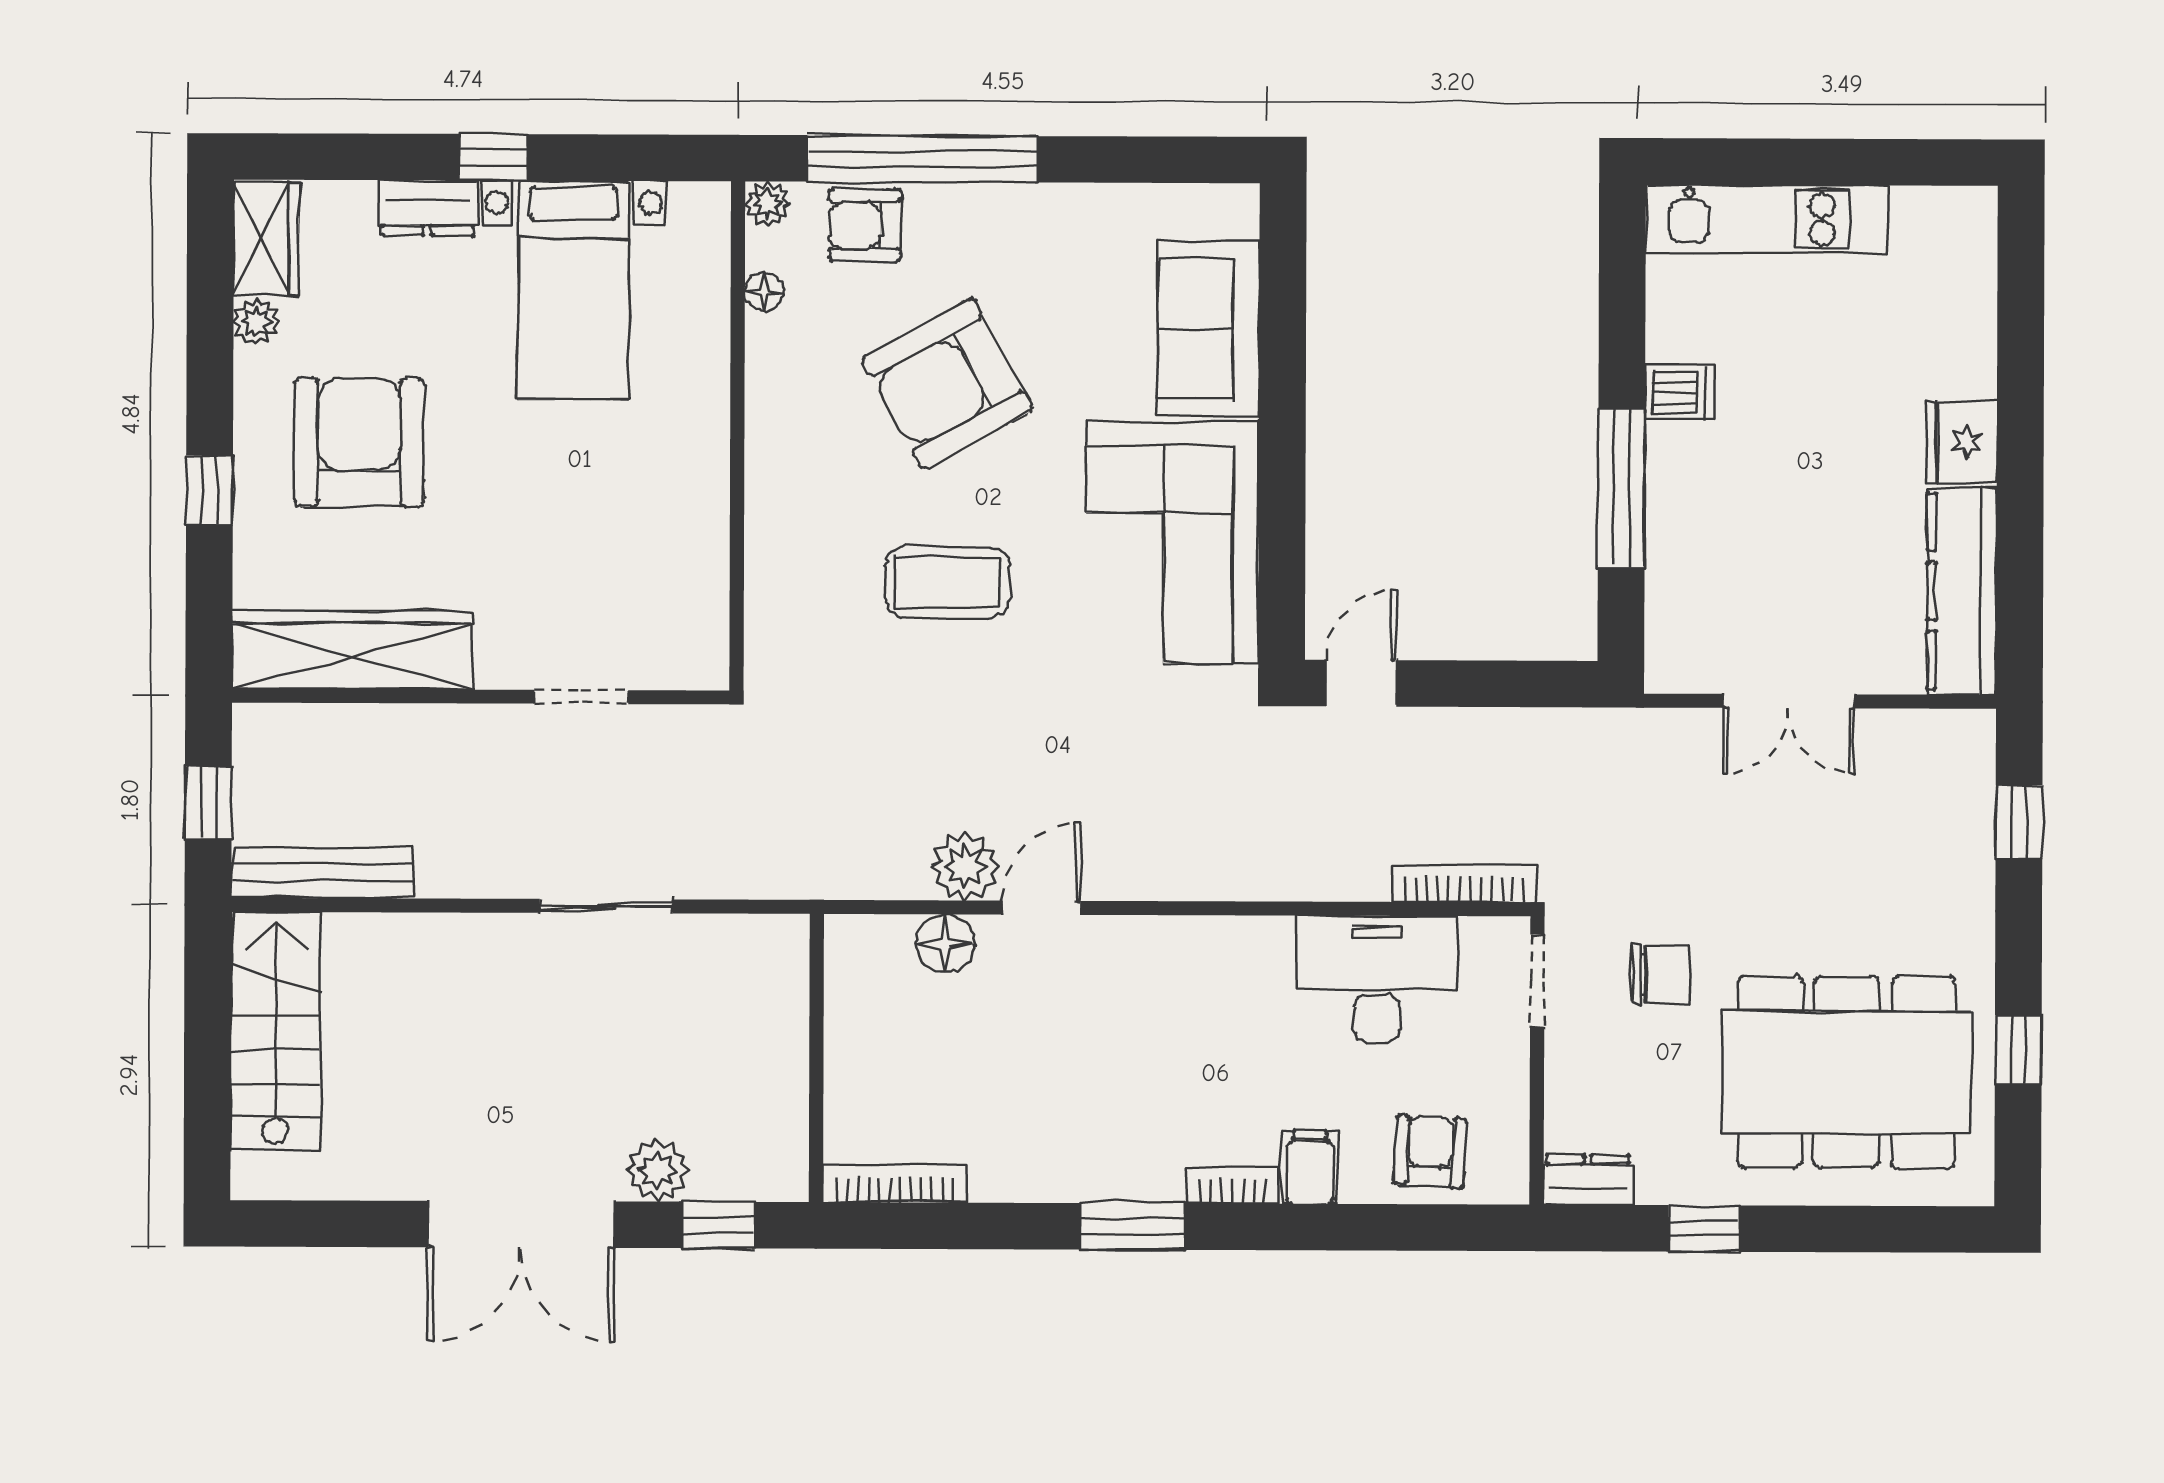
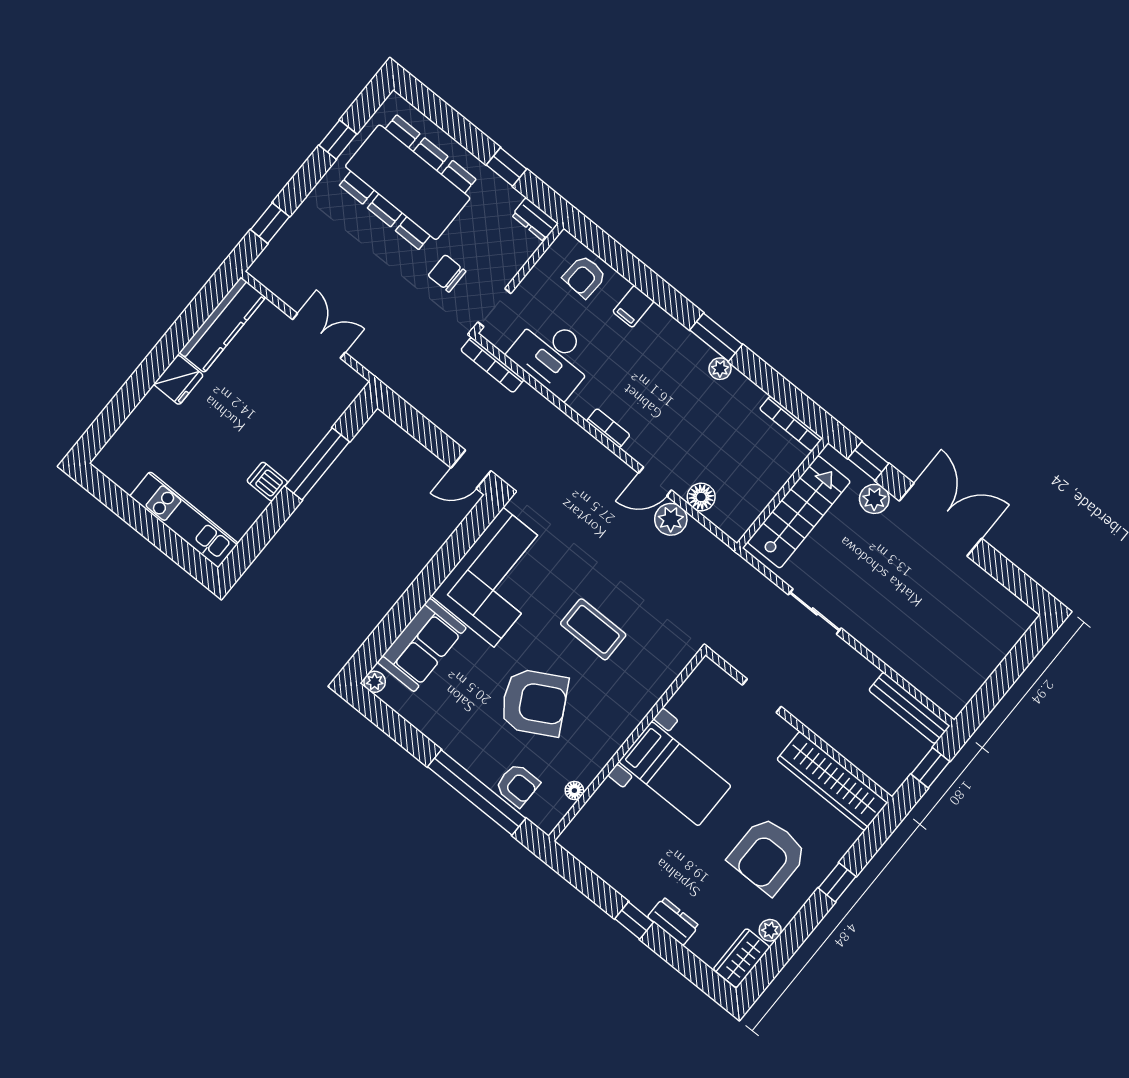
plant: (767, 204) -> (375, 682), moved
bed with nightstands: (573, 290) -> (675, 774), moved, turned 90
stairs: (276, 1031) -> (799, 512), moved, turned 180
plant: (1085, 1180) -> (720, 369), added
bookcase: (1232, 1185) -> (608, 428), moved, turned 180

